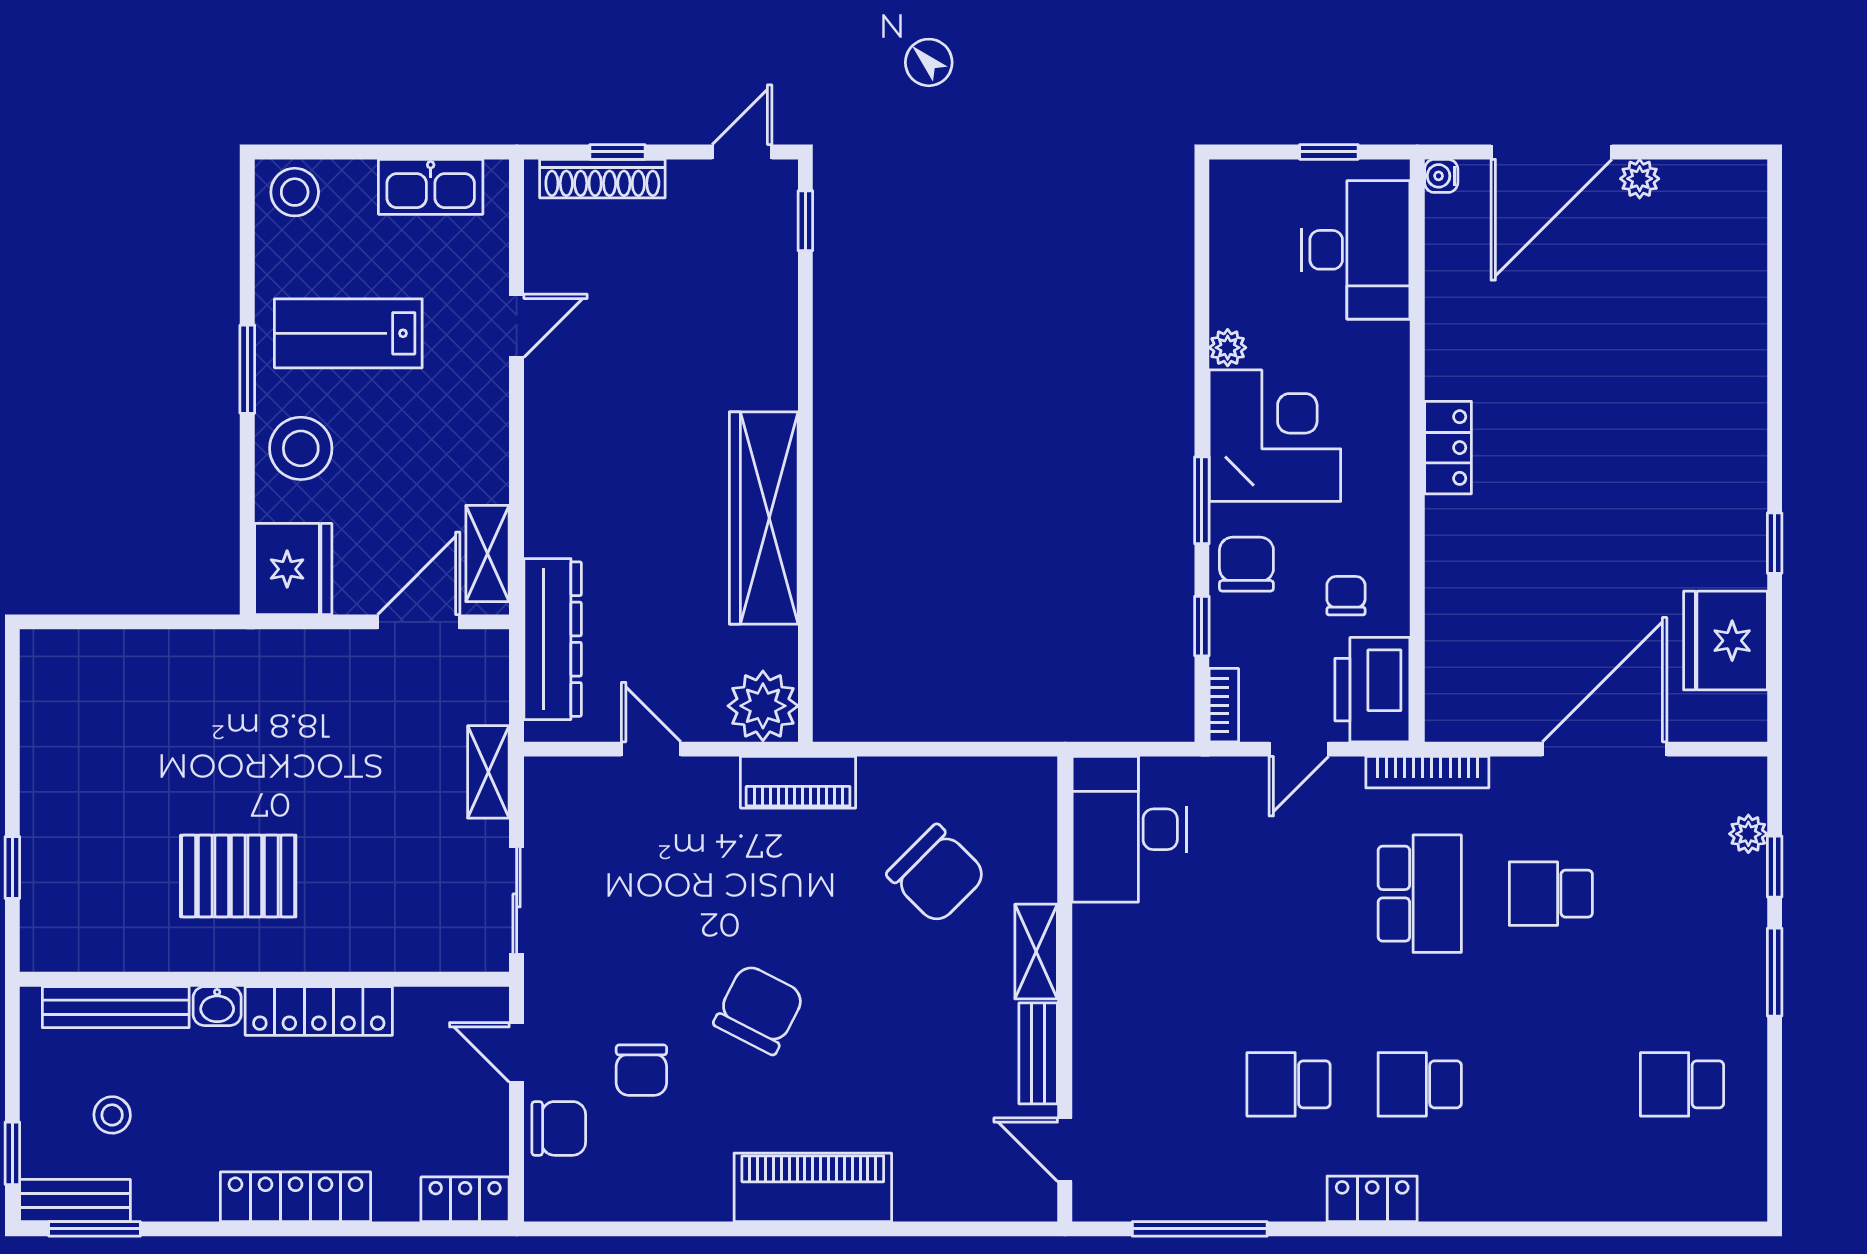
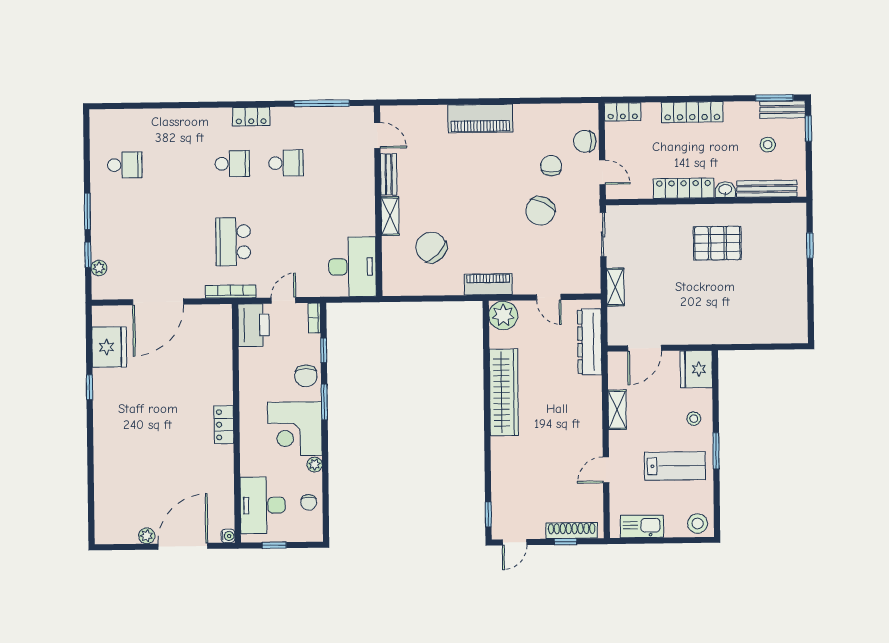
stool: (301, 448) -> (694, 419), width x0.53, depth x0.53
shelving: (488, 553) -> (617, 410), moved
chair: (1346, 596) -> (309, 502), moved
school desk: (1551, 894) -> (179, 242), removed
chair: (759, 1009) -> (540, 211), moved

